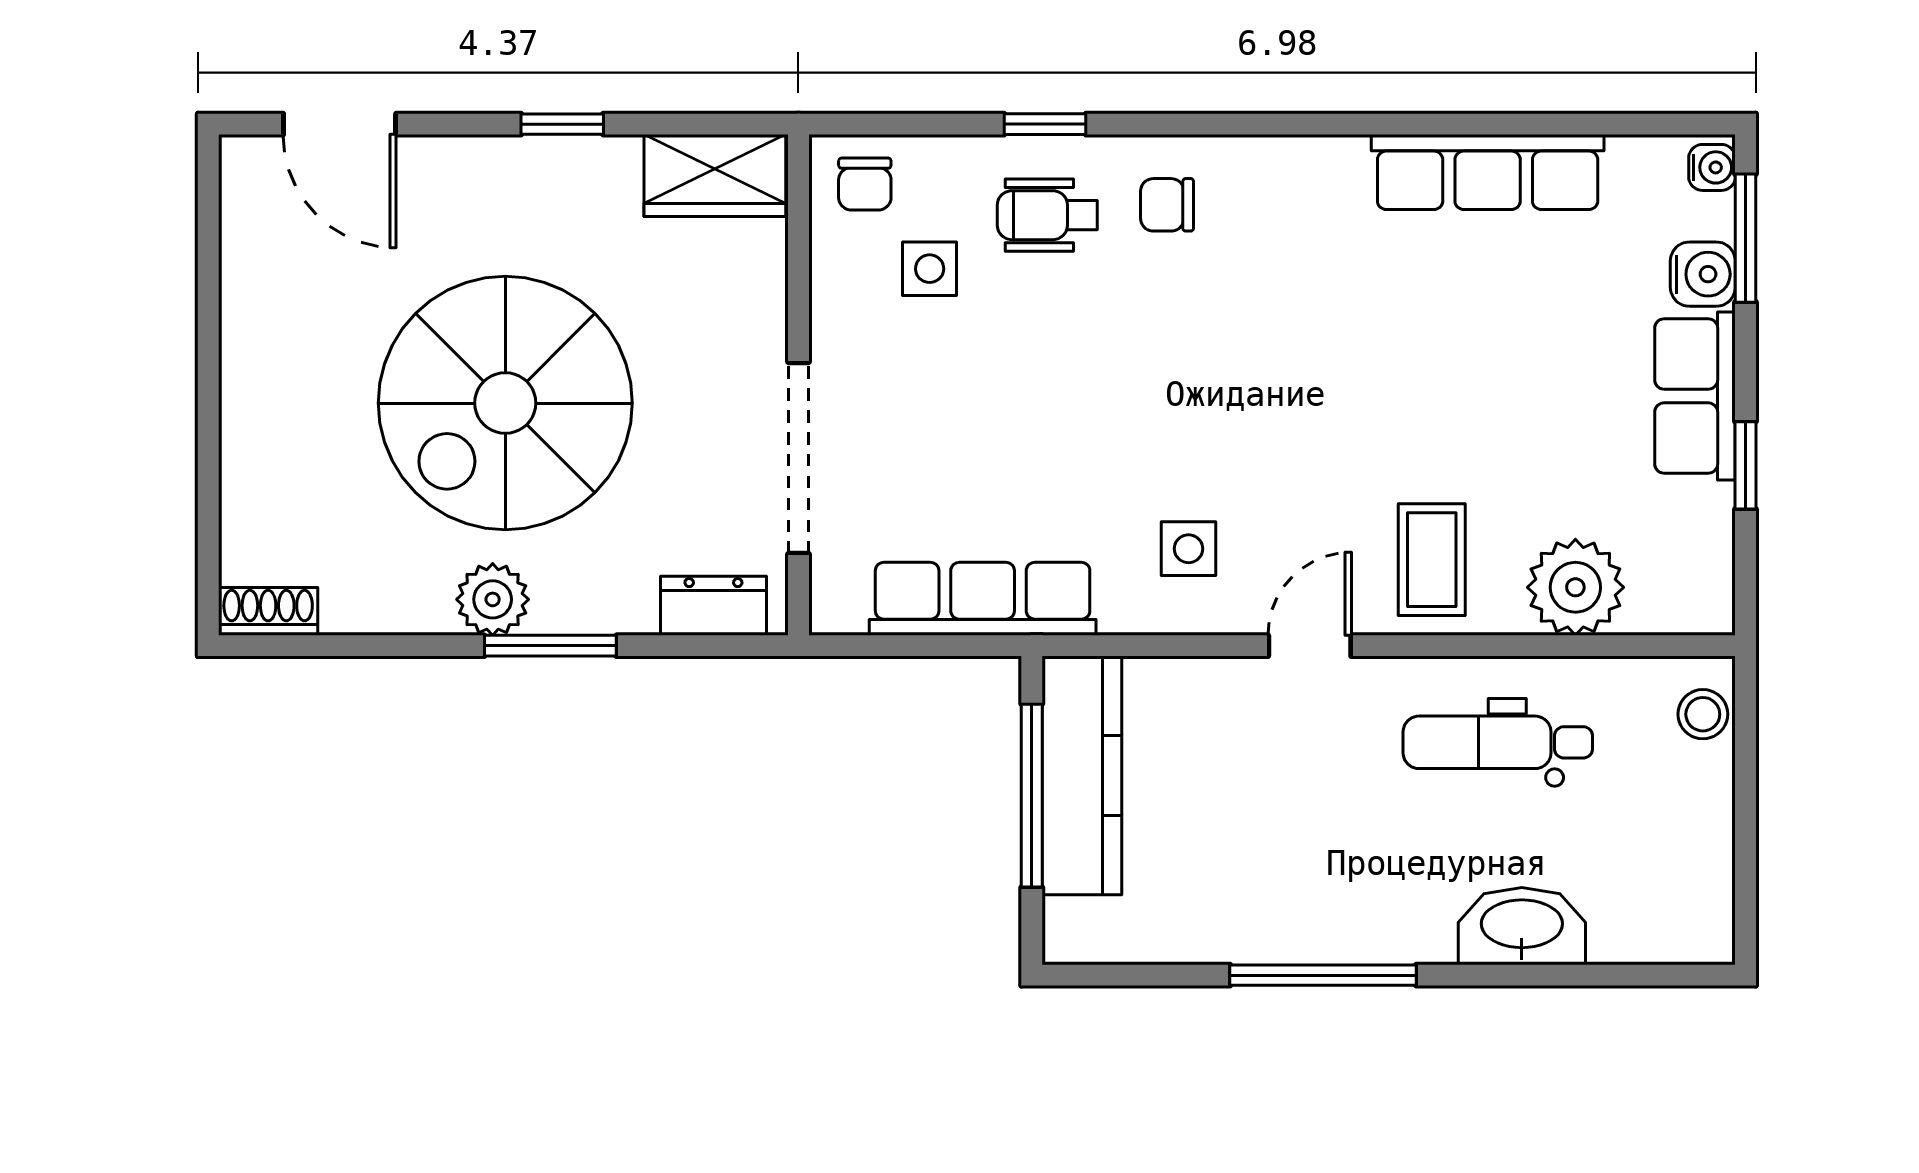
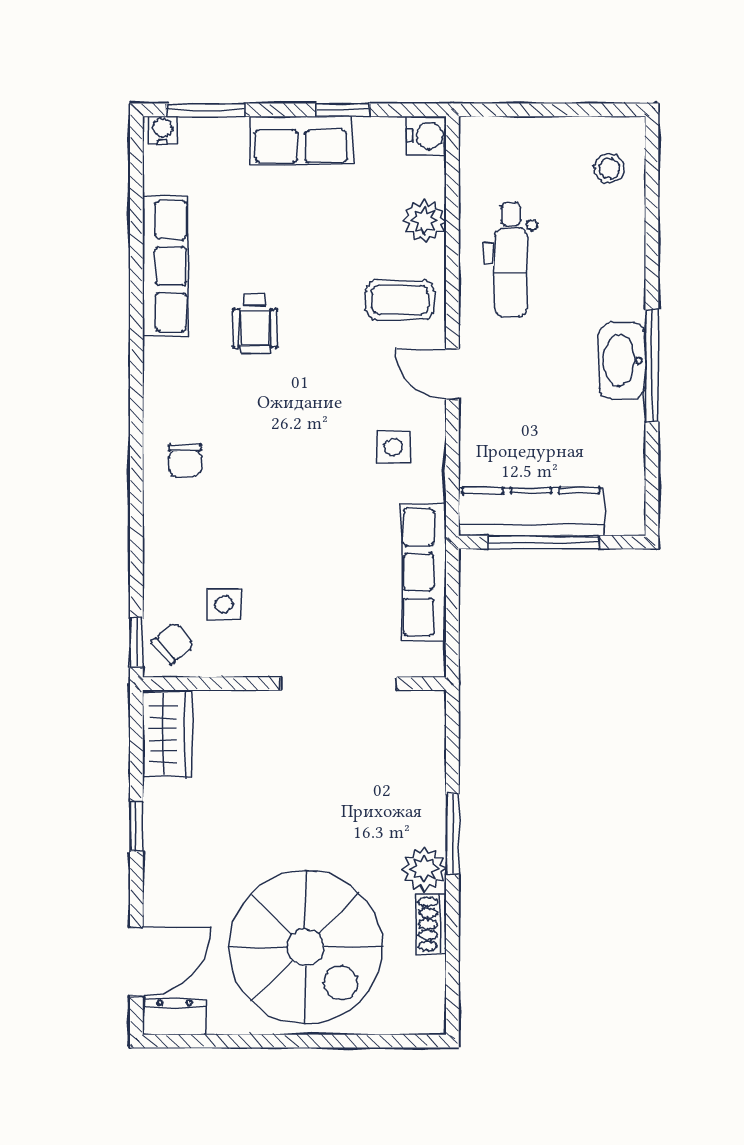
window: (1045, 124) -> (136, 642), moved
chair: (865, 184) -> (173, 643), turned -39
wheelchair: (1047, 215) -> (255, 323), moved
water cooler: (1703, 274) -> (426, 136), moved, turned 90
spiral stairs: (505, 403) -> (306, 947), moved
plant: (1575, 587) -> (425, 221), width x0.73, depth x0.73
dresser: (713, 606) -> (174, 1017), moved, turned 90
shoe rack: (268, 611) -> (431, 924), moved
stool: (1703, 714) -> (609, 168), moved
washbasin: (1522, 926) -> (622, 361), moved

